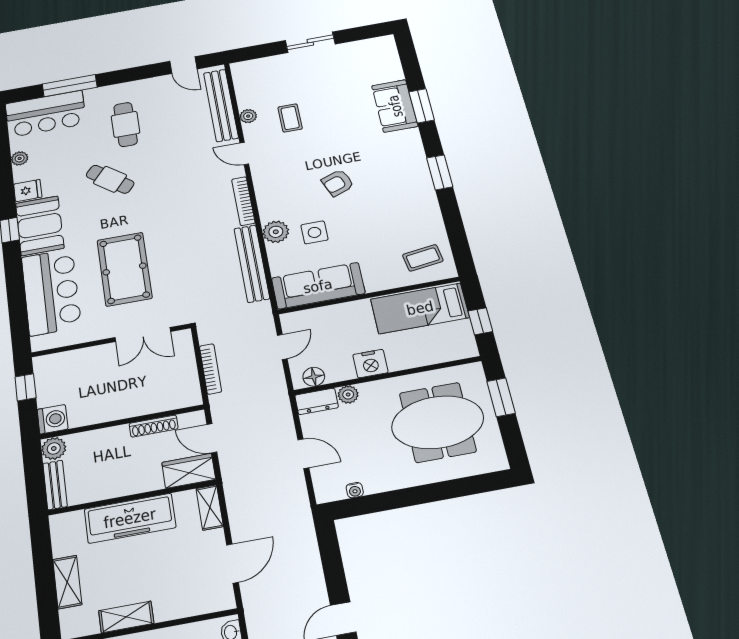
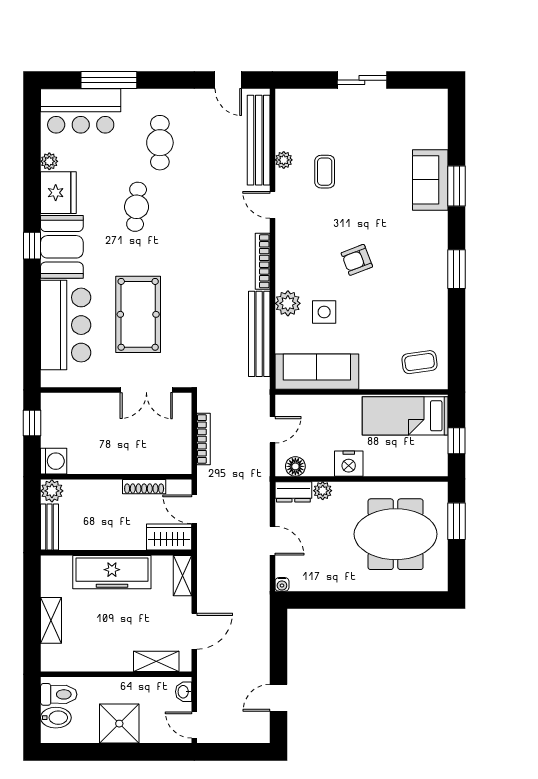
cafe table: (110, 179) -> (137, 207), turned 56
fridge: (28, 191) -> (58, 193), width x1.88, depth x1.34
water cooler: (355, 490) -> (282, 584), moved
shelving: (126, 617) -> (156, 661), moved

